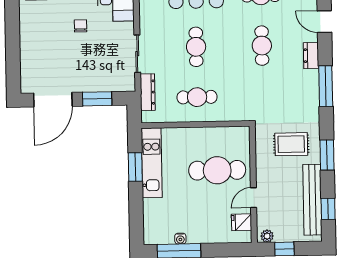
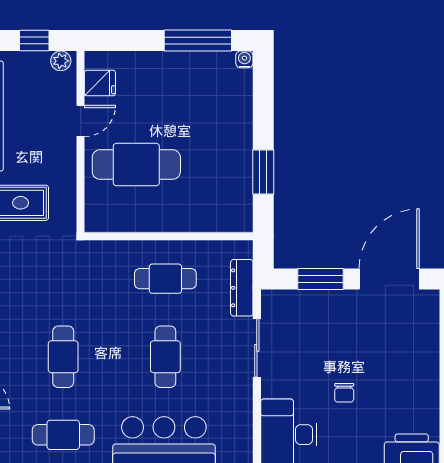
kitchen unit: (152, 163) -> (238, 178), removed
water cooler: (180, 239) -> (244, 59), moved

